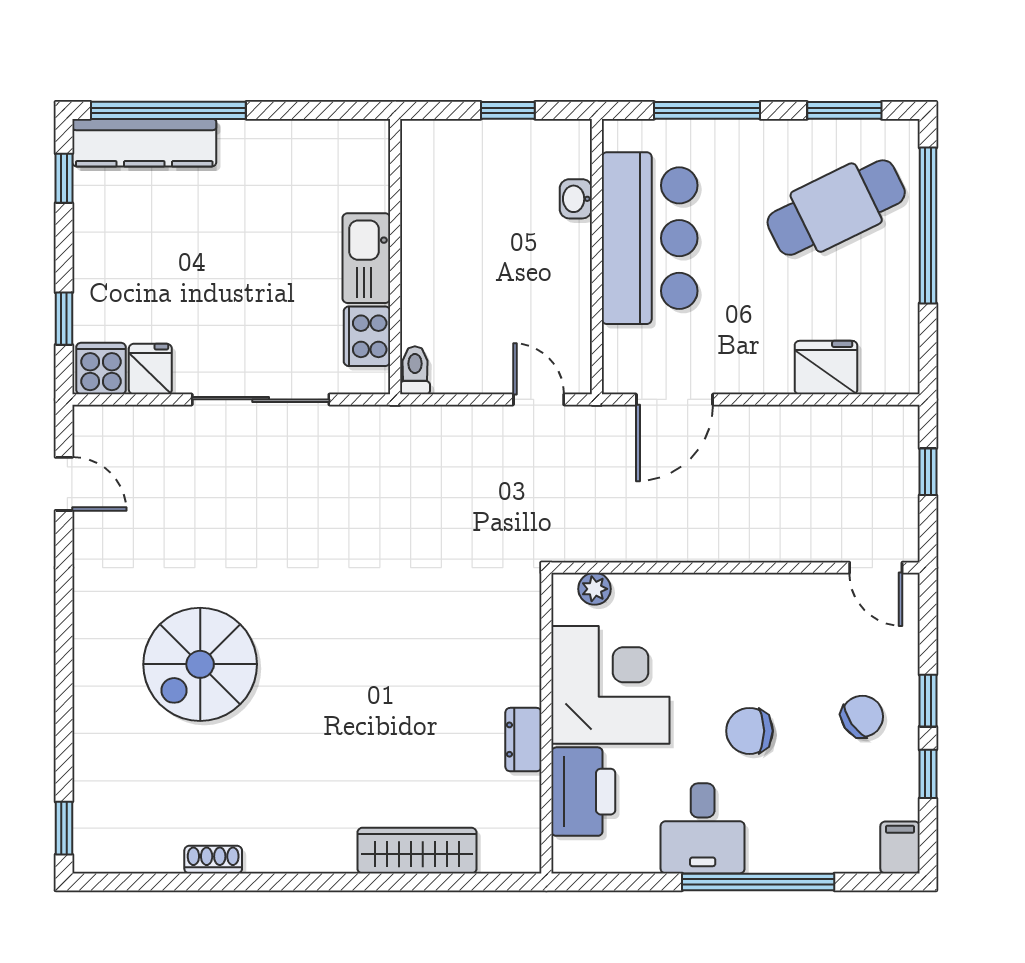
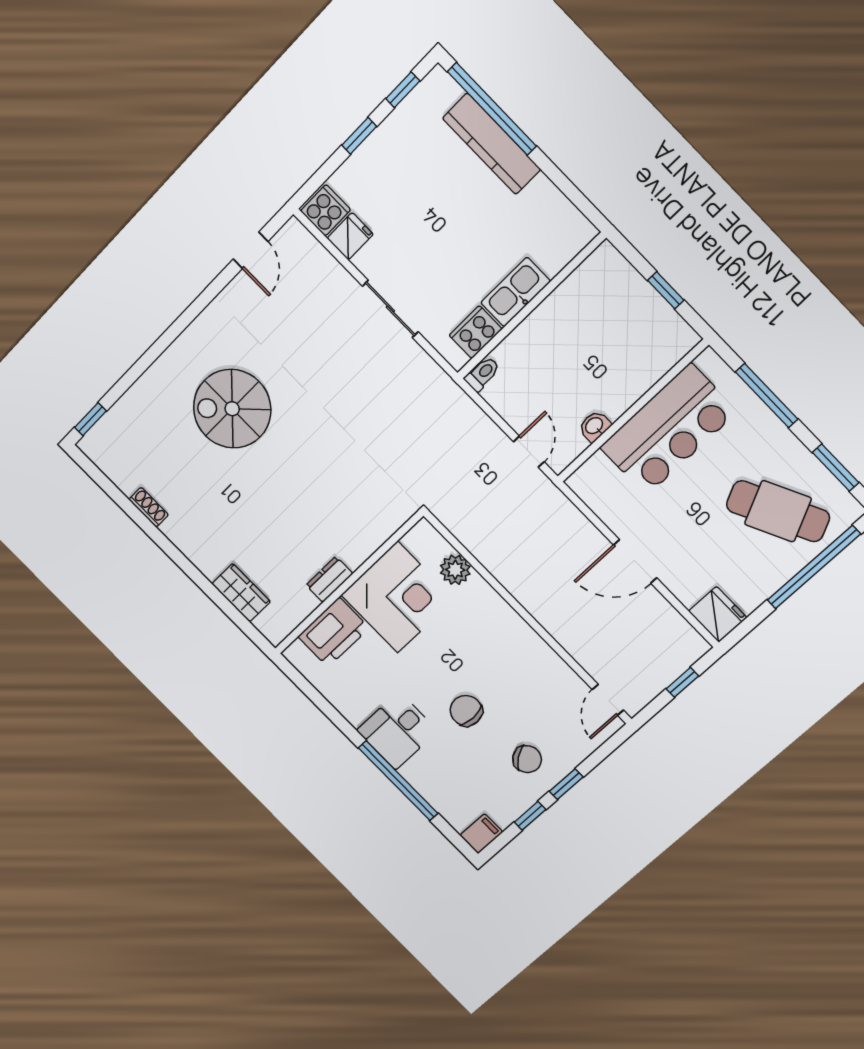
kitchen counter: (144, 143) -> (492, 144), moved
washbasin: (576, 199) -> (595, 426), moved
window: (64, 319) -> (359, 136), moved
fridge: (826, 368) -> (718, 614), moved
sliding door: (261, 399) -> (390, 309), width x0.73
door: (674, 399) -> (635, 561), moved
plant: (595, 589) -> (455, 570), width x1.38, depth x1.38
corner desk: (610, 685) -> (398, 597), moved
wall: (546, 723) -> (348, 583), moved
dresser: (523, 740) -> (329, 579), moved
printer: (583, 792) -> (334, 632), moved
wardrobe: (417, 851) -> (241, 593), width x0.67

